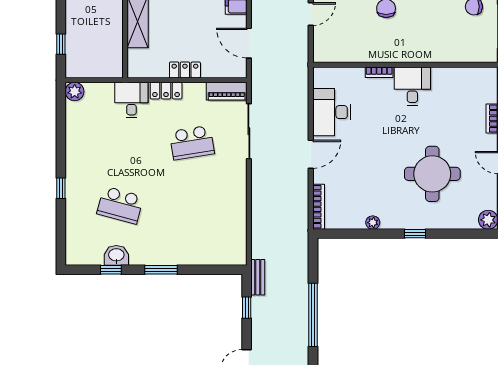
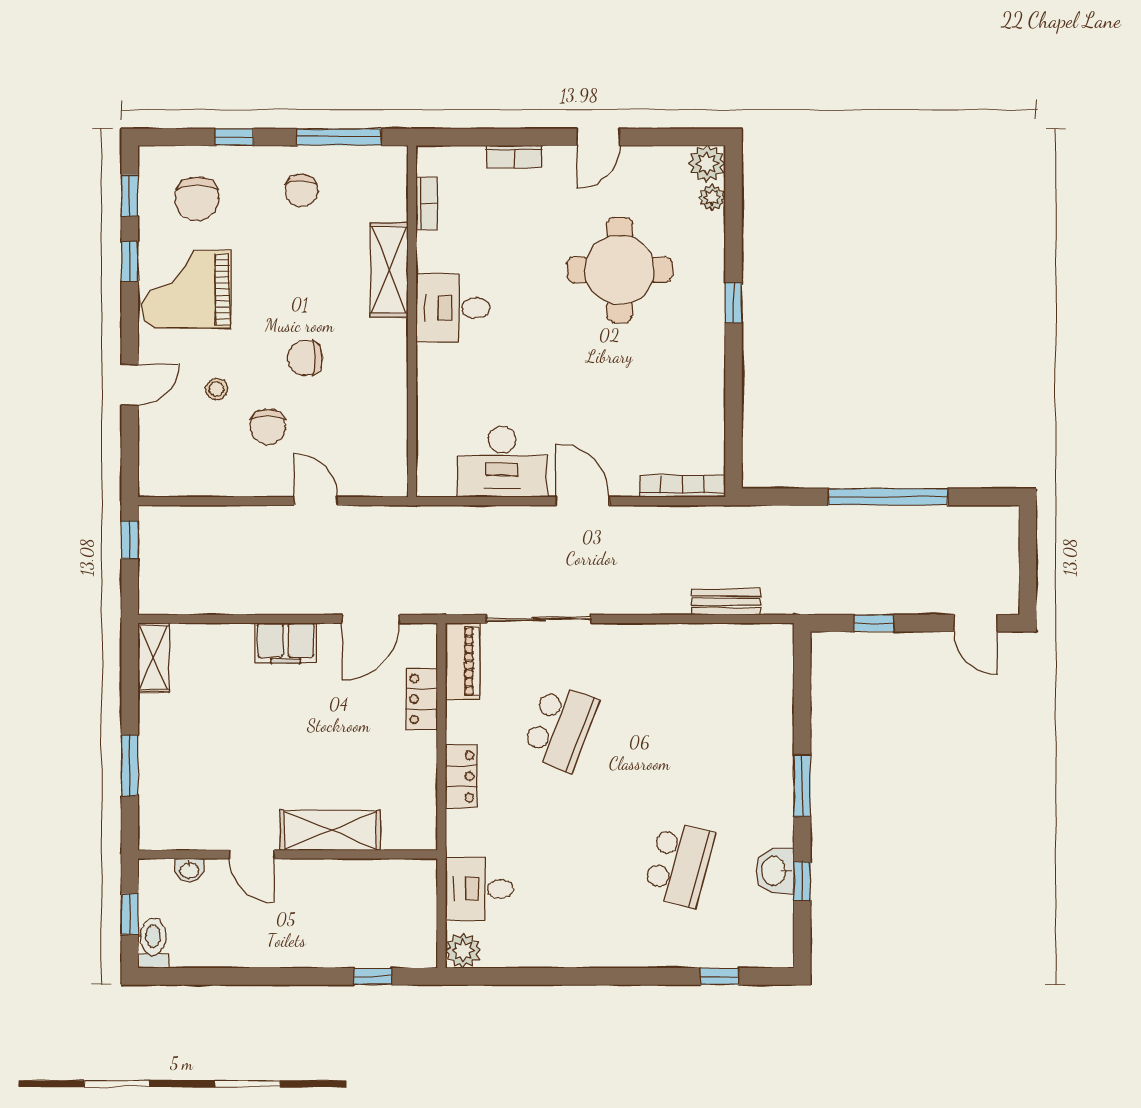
shelving: (432, 53) -> (389, 270), added
locker: (185, 70) -> (422, 699), moved
bookcase: (379, 72) -> (426, 203), moved
desk: (131, 100) -> (479, 889), moved
school desk: (192, 143) -> (560, 727), turned 30
window: (61, 188) -> (720, 976), moved
plant: (373, 223) -> (712, 197), moved
bench: (258, 277) -> (726, 602), moved

